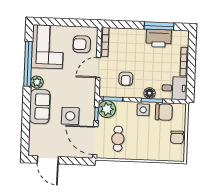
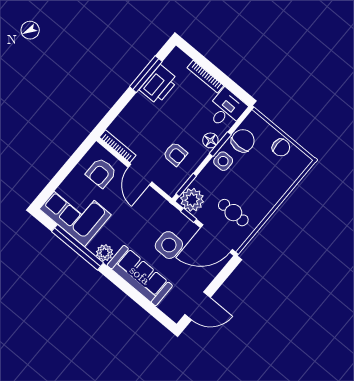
sofa: (40, 106) -> (140, 275), width x1.36

